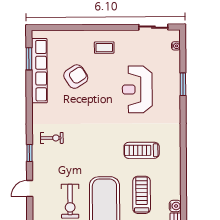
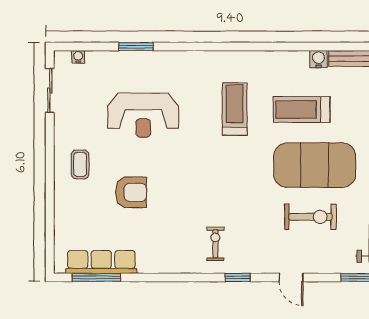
window: (29, 59) -> (96, 277), width x1.44
row of seats: (39, 71) -> (101, 262), width x0.73
armchair: (76, 77) -> (131, 192), moved, turned 123
treadmill: (142, 150) -> (235, 109), turned 180

